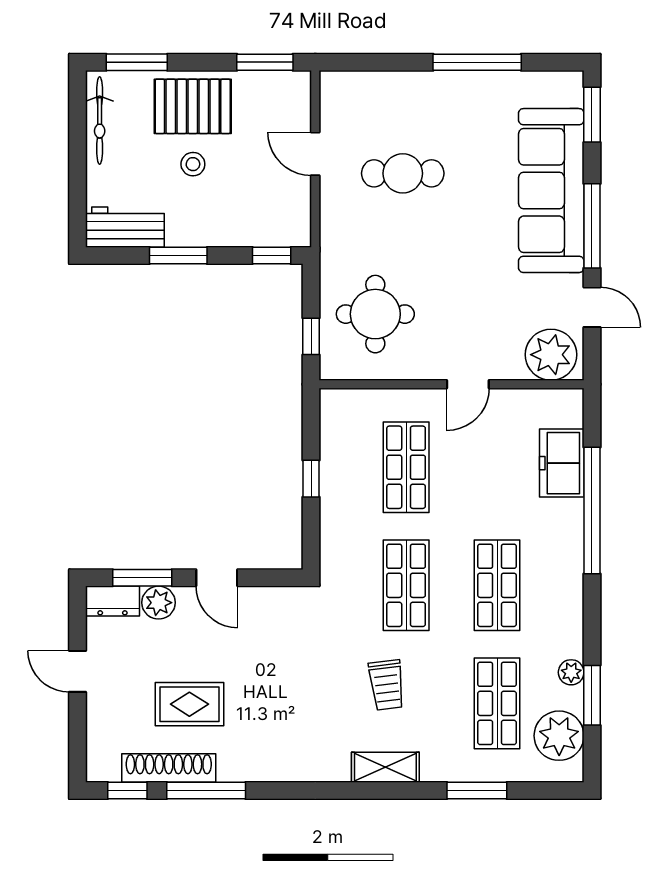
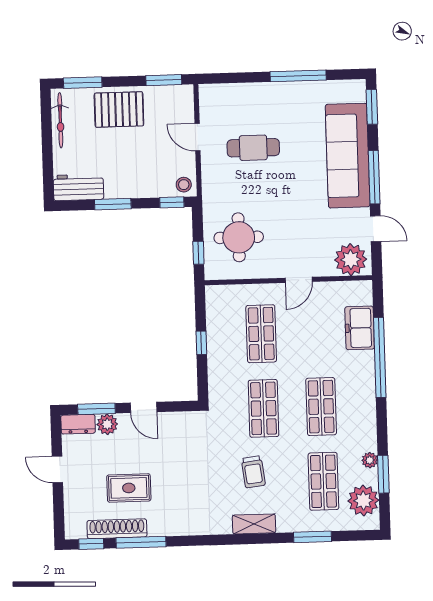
stool: (193, 164) -> (184, 185), moved

